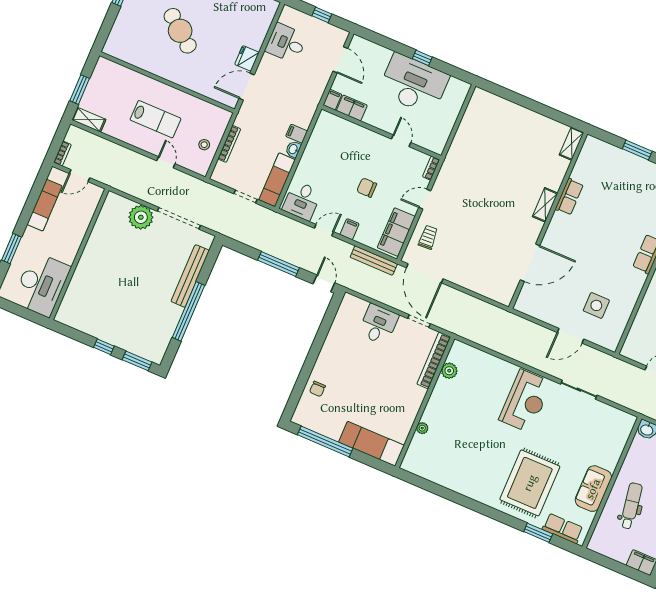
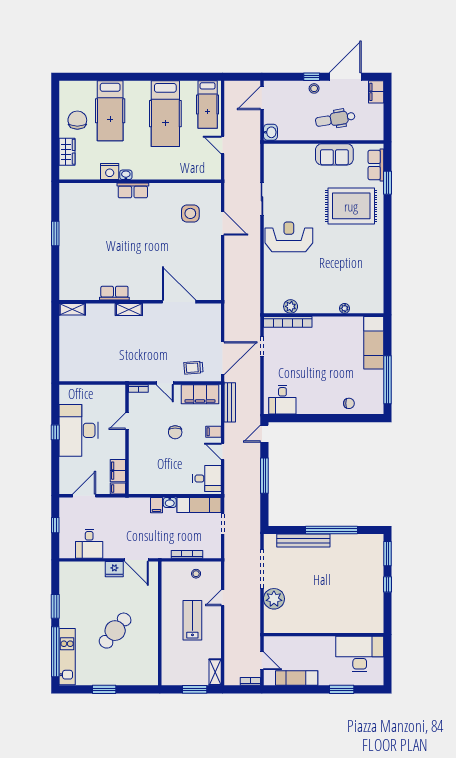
shelving: (572, 144) -> (72, 309), moved
row of seats: (569, 197) -> (114, 293), moved
shelving: (545, 205) -> (129, 309), moved
wall: (548, 221) -> (140, 302), moved
door: (530, 263) -> (179, 302), moved
desk: (378, 324) -> (282, 400), moved, turned -90

